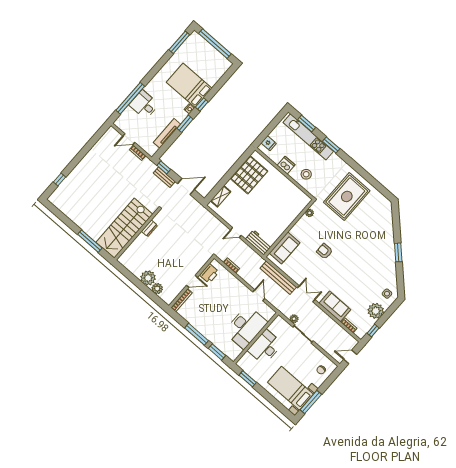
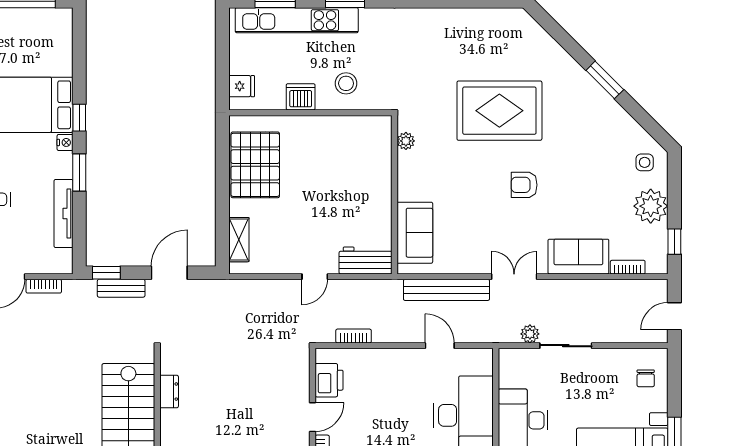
rug: (347, 197) -> (499, 111), moved, turned 90
armchair: (325, 251) -> (524, 185), moved

